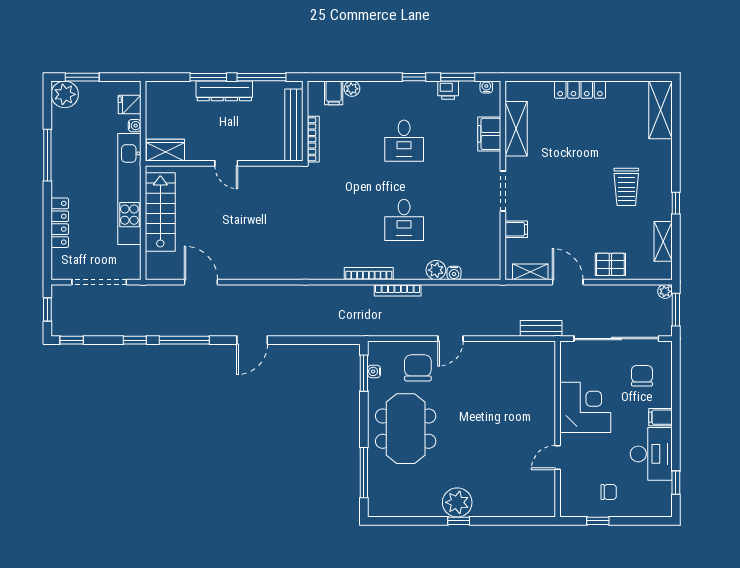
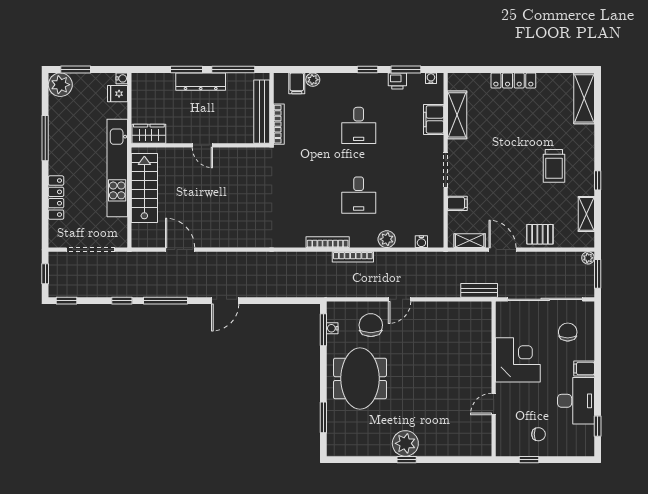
water cooler: (135, 126) -> (122, 78), moved
water cooler: (454, 273) -> (421, 242), moved
window: (364, 473) -> (323, 417), width x0.69

